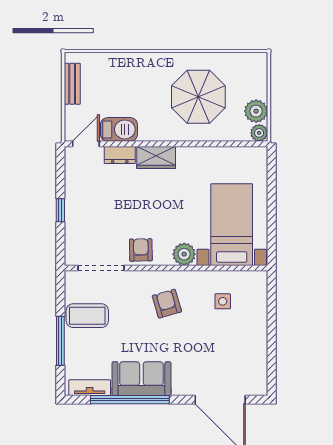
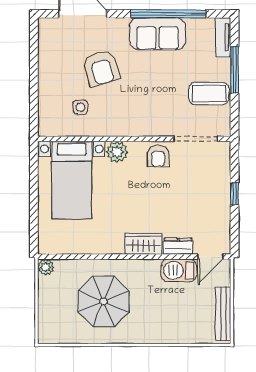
bench: (72, 84) -> (223, 314), width x1.36
plant: (256, 111) -> (49, 288), removed
armchair: (167, 304) -> (101, 68), moved, width x1.38, depth x1.38
tv unit: (90, 388) -> (223, 37), moved, turned 90

